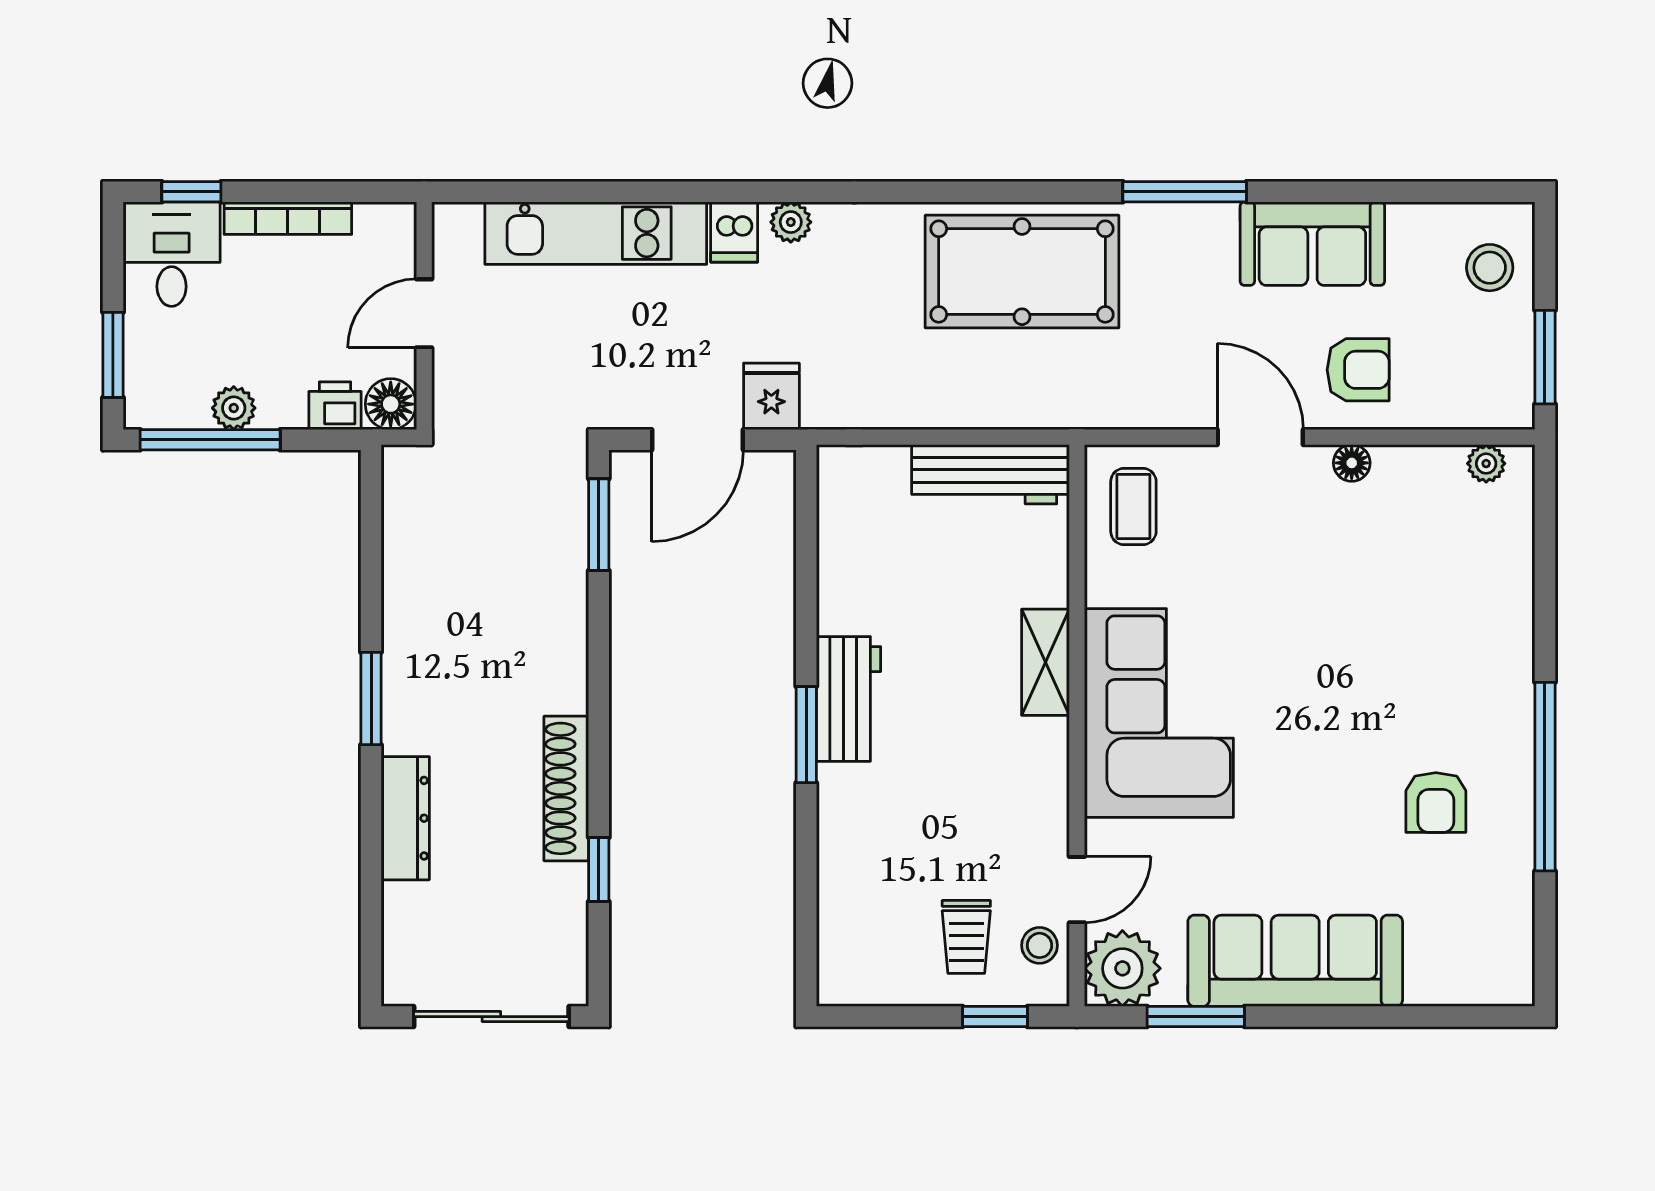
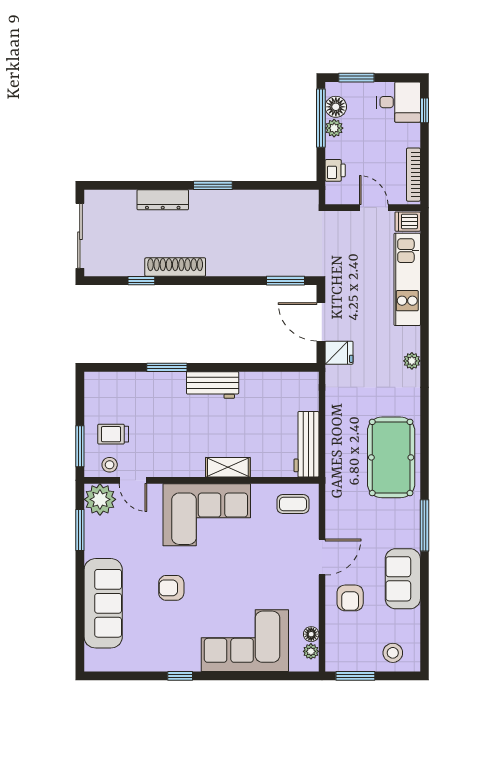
bookcase: (288, 218) -> (413, 175), moved
dishwasher: (734, 232) -> (408, 222), moved
floor lamp: (391, 404) -> (336, 107), moved
floor lamp: (1352, 463) -> (311, 634), moved
corner sofa: (1461, 622) -> (245, 641), added
window: (806, 735) -> (167, 367), moved
window: (1545, 777) -> (180, 676), width x0.32
armchair: (1436, 803) -> (171, 588), moved
sofa: (1295, 961) -> (103, 603), moved
window: (995, 1017) -> (80, 446), width x1.50

